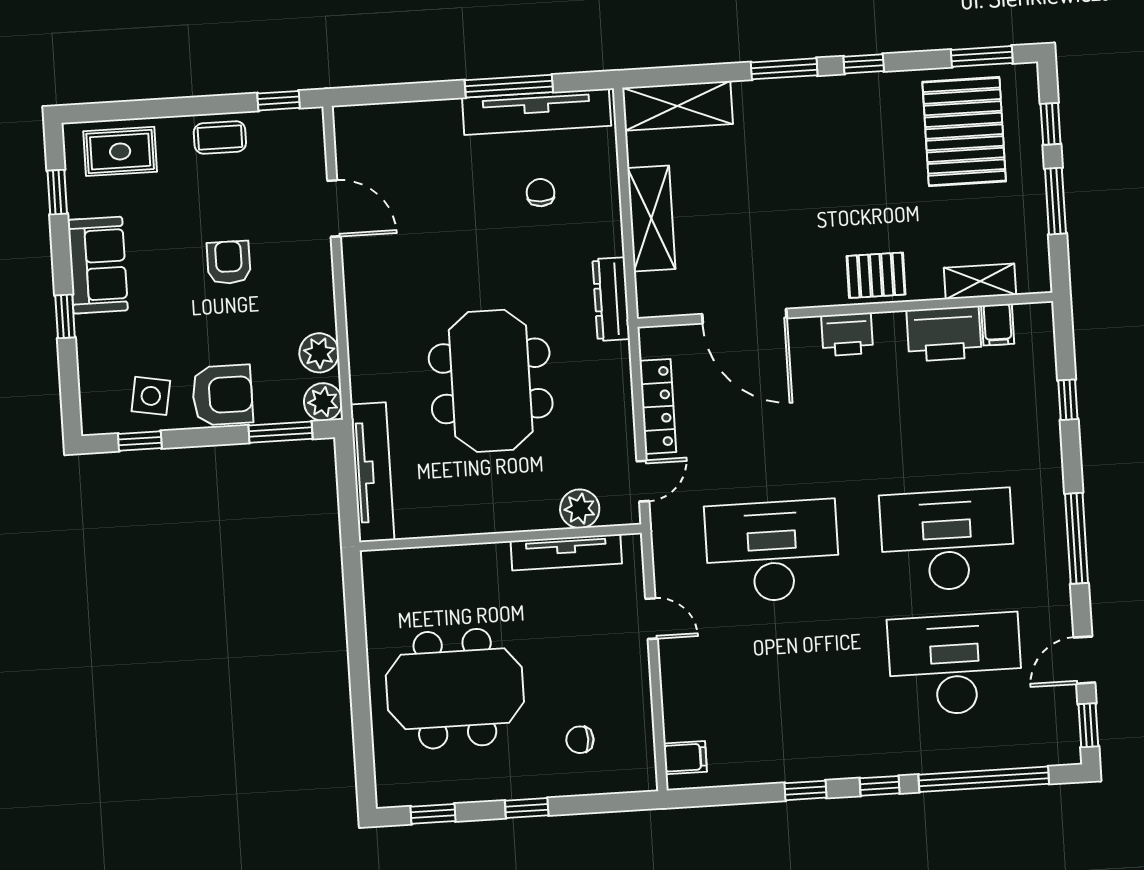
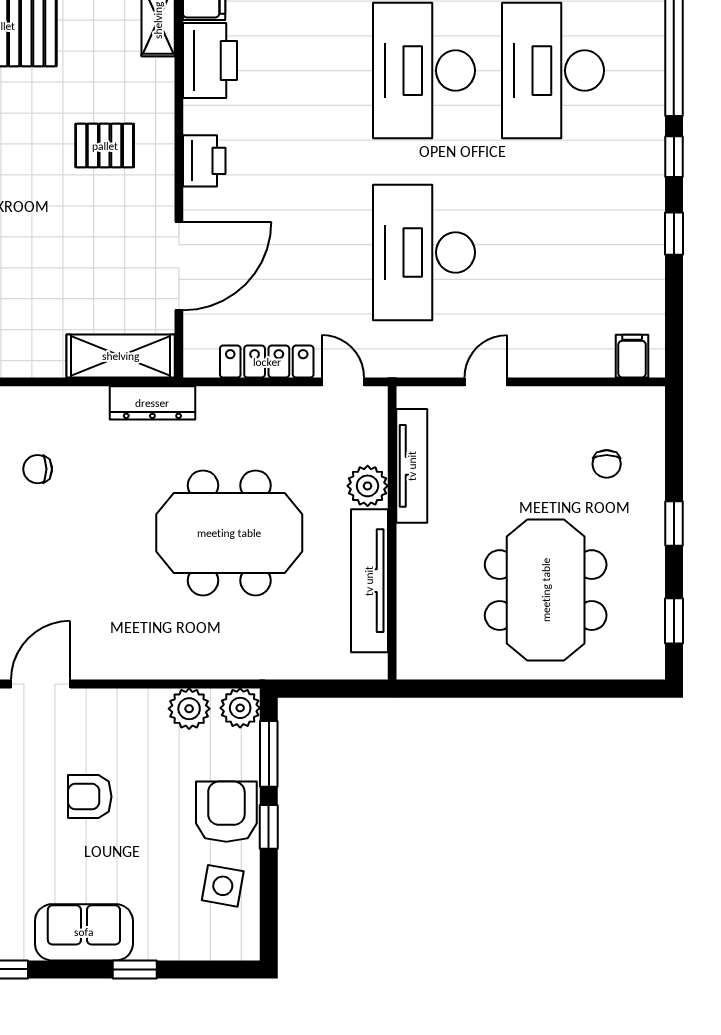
shelving: (651, 218) -> (121, 356), moved
pallet: (876, 275) -> (105, 146), moved, turned 90
window: (140, 441) -> (269, 827), moved
tv unit: (372, 472) -> (369, 581), moved, turned -90
plant: (580, 509) -> (368, 486), moved

